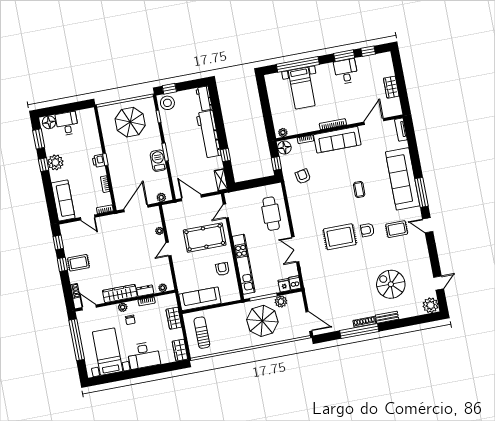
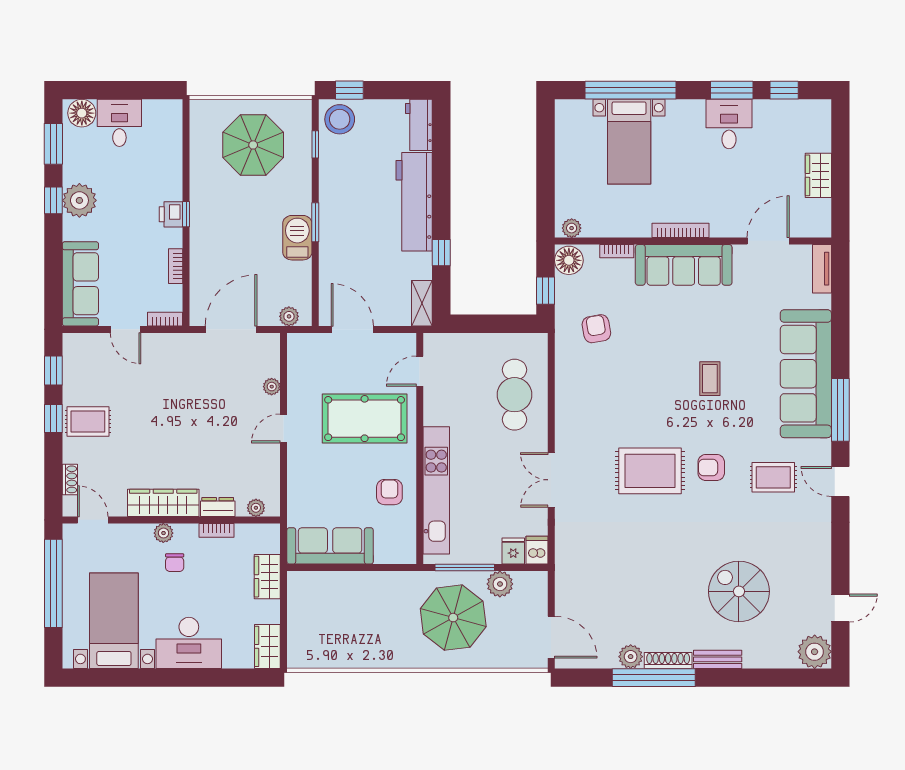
plant: (347, 323) -> (631, 657), added
sun lounger: (202, 333) -> (321, 618), removed

